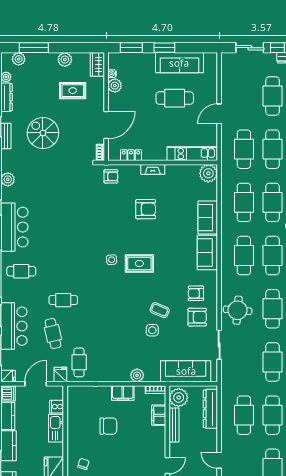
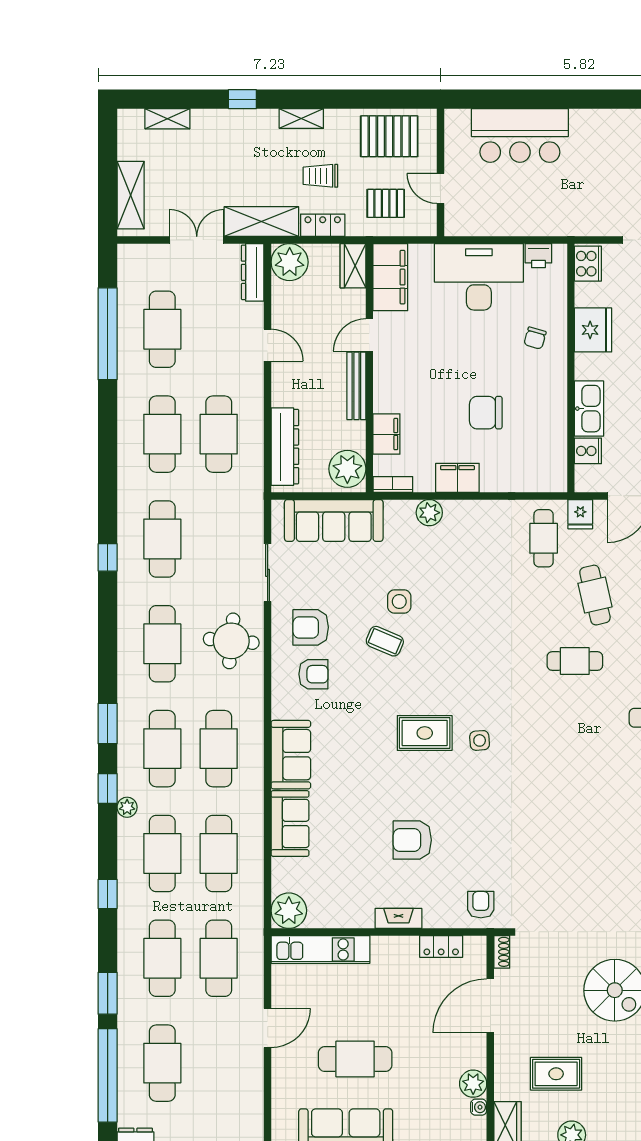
armchair: (111, 176) -> (481, 905), turned 90
bench: (174, 425) -> (356, 386), moved

